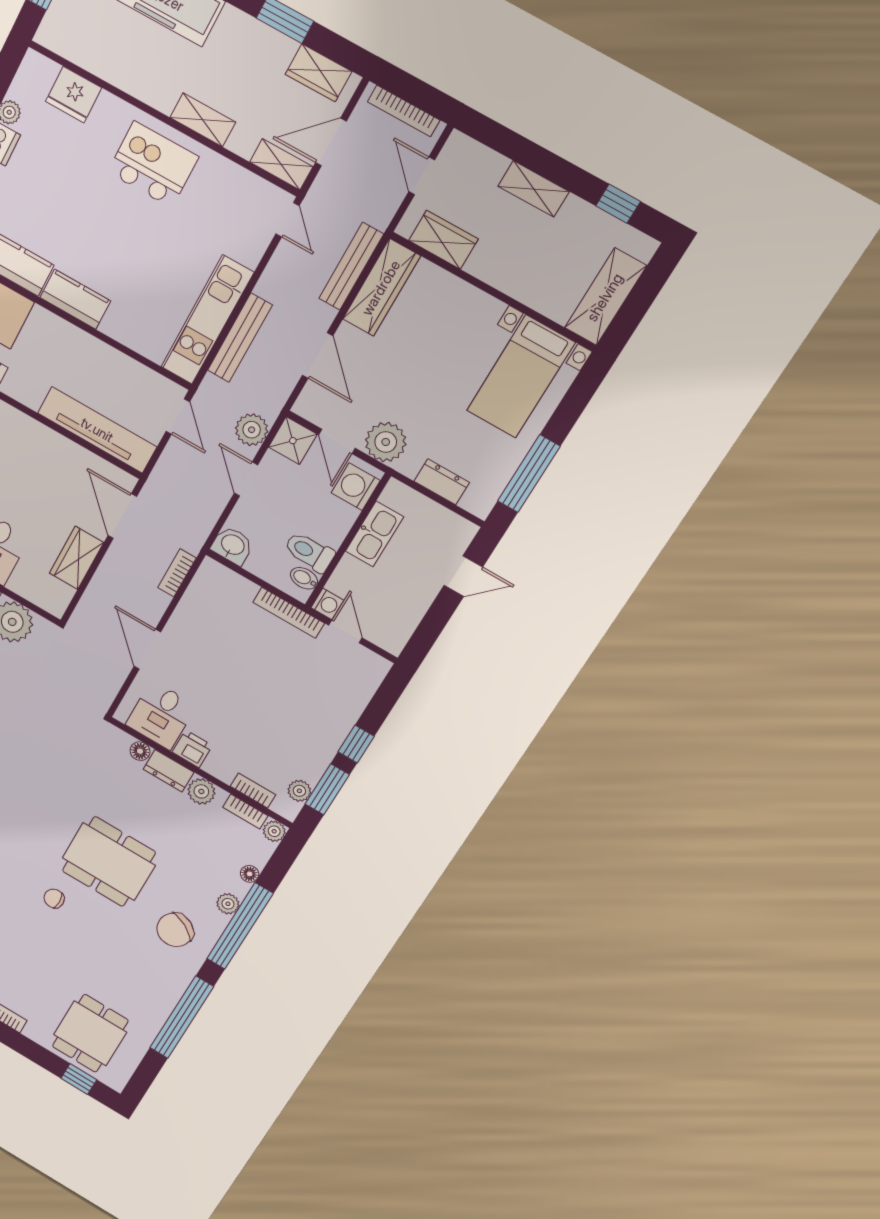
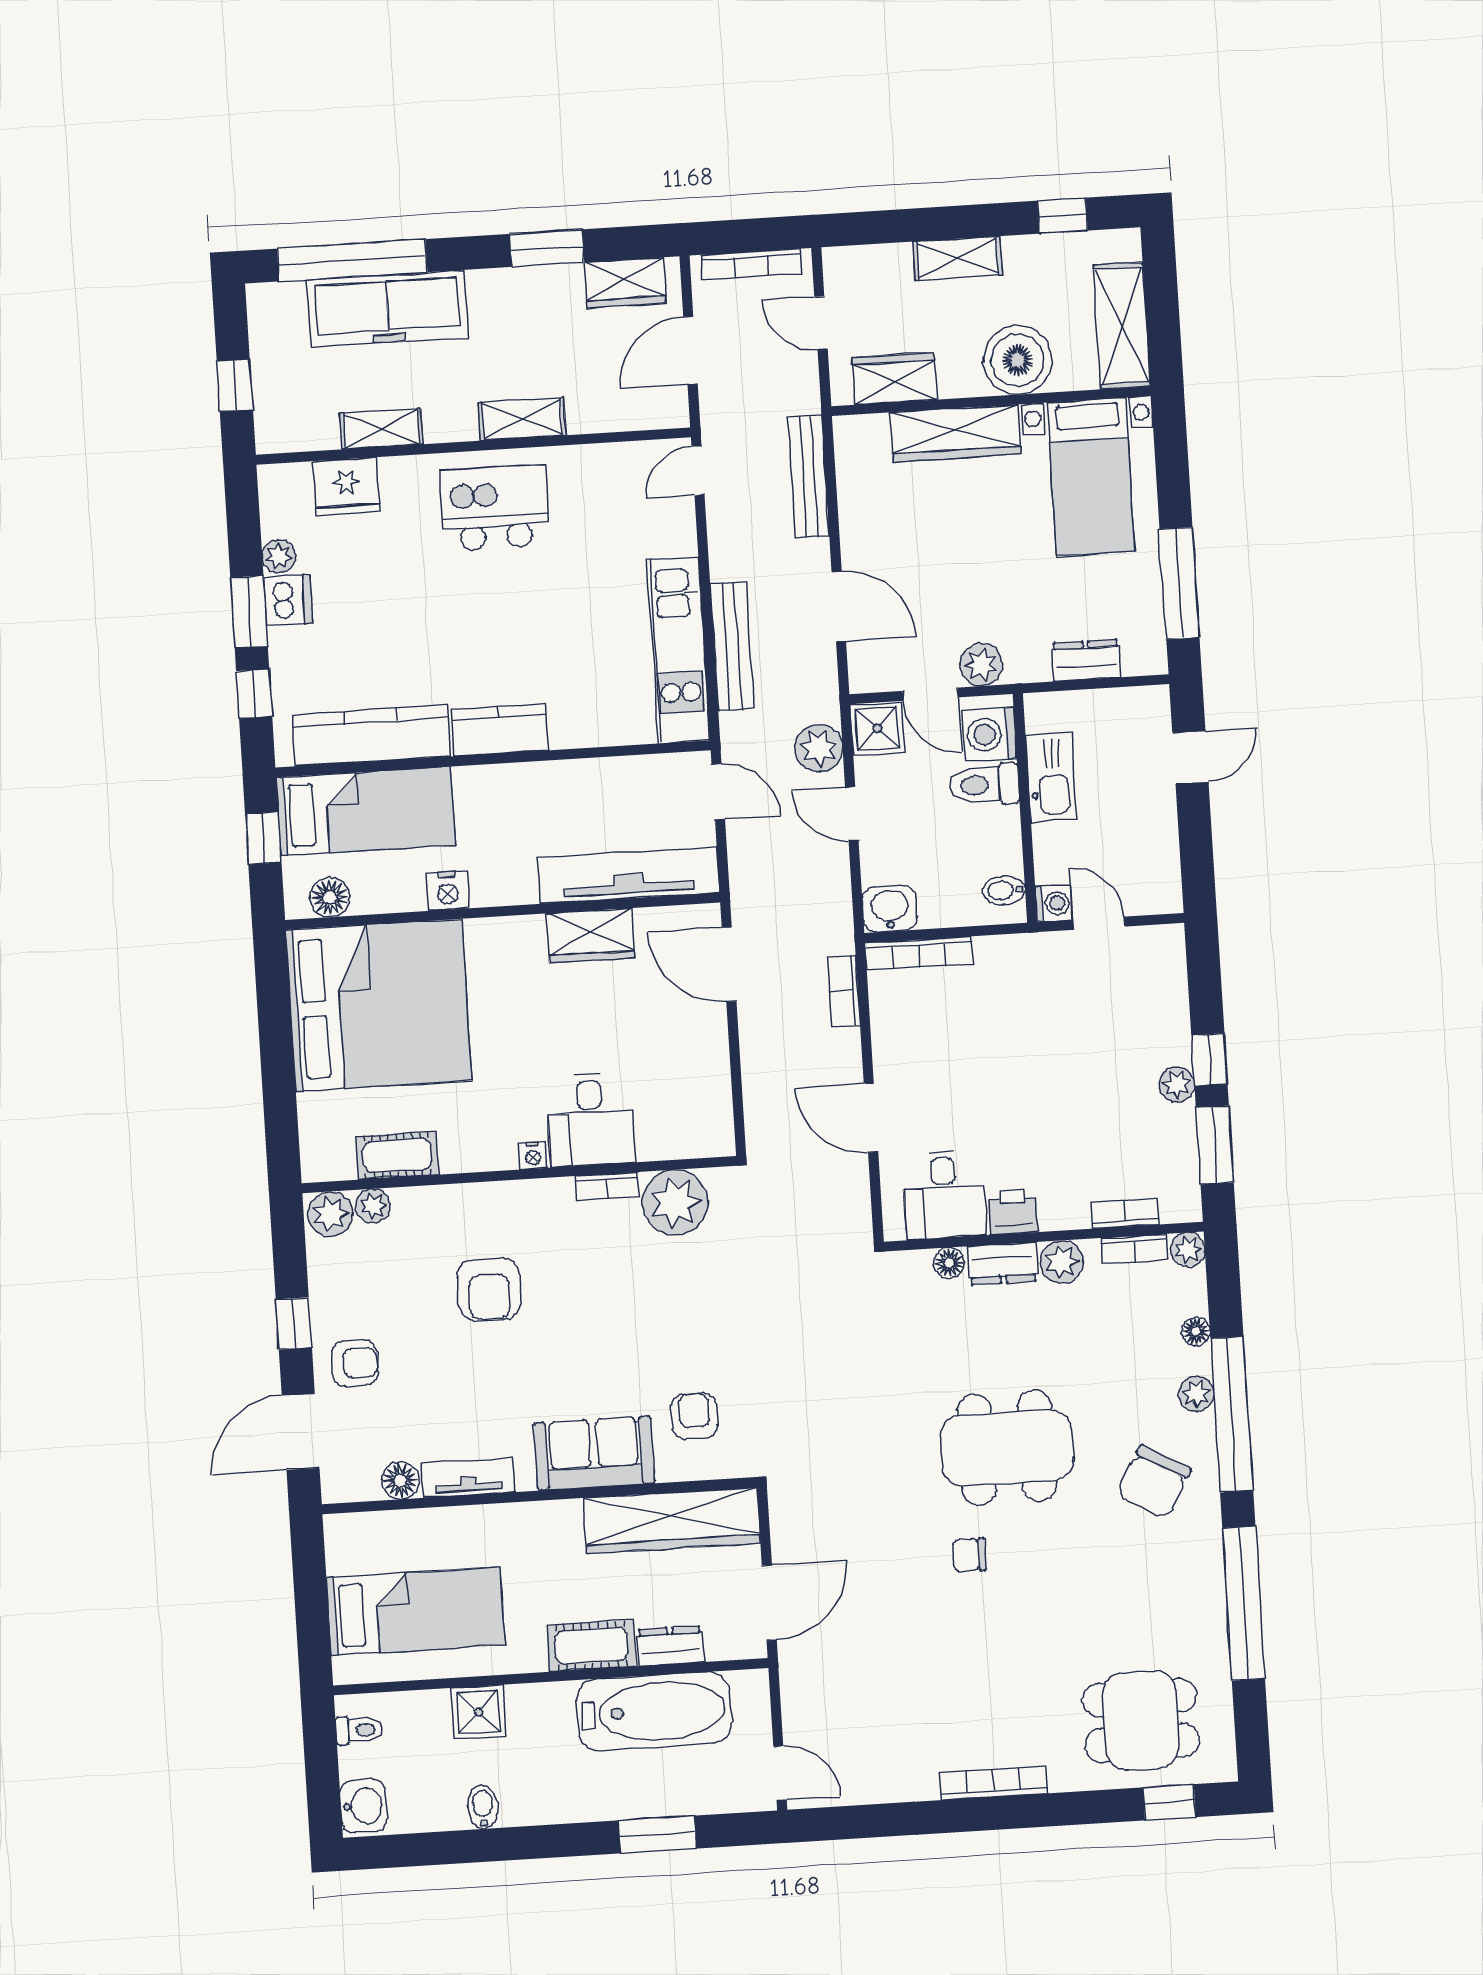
shelving: (281, 164) -> (381, 429), moved
door: (287, 220) -> (698, 471), swing flipped
boiler: (526, 277) -> (1018, 360), added
wardrobe: (381, 288) -> (955, 433), moved, turned 90
plant: (386, 442) -> (981, 665), width x0.73, depth x0.73
toilet: (309, 552) -> (984, 785), moved
wardrobe: (76, 558) -> (590, 935), moved, turned -90
bookcase: (289, 613) -> (919, 953), moved
plant: (299, 791) -> (1177, 1084), moved
dining table: (90, 1033) -> (1141, 1720), turned 90

